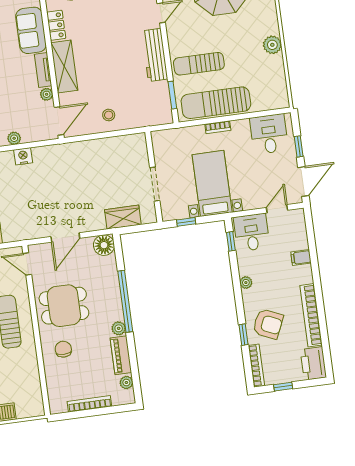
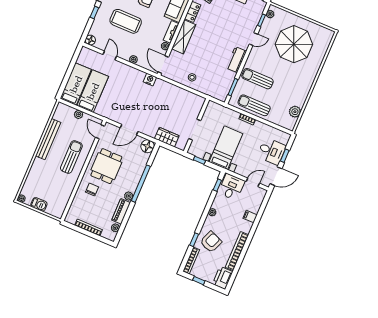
plant: (272, 45) -> (295, 112), moved
workbench: (155, 55) -> (236, 60), width x0.73
sun lounger: (216, 103) -> (254, 105), width x0.73, depth x0.75
door: (59, 121) -> (163, 65), swing flipped
desk: (269, 134) -> (272, 151), moved, turned 90
nightstand: (23, 156) -> (150, 80), moved
dining table: (64, 306) -> (106, 166), turned 90
armchair: (268, 324) -> (211, 242), turned -92

